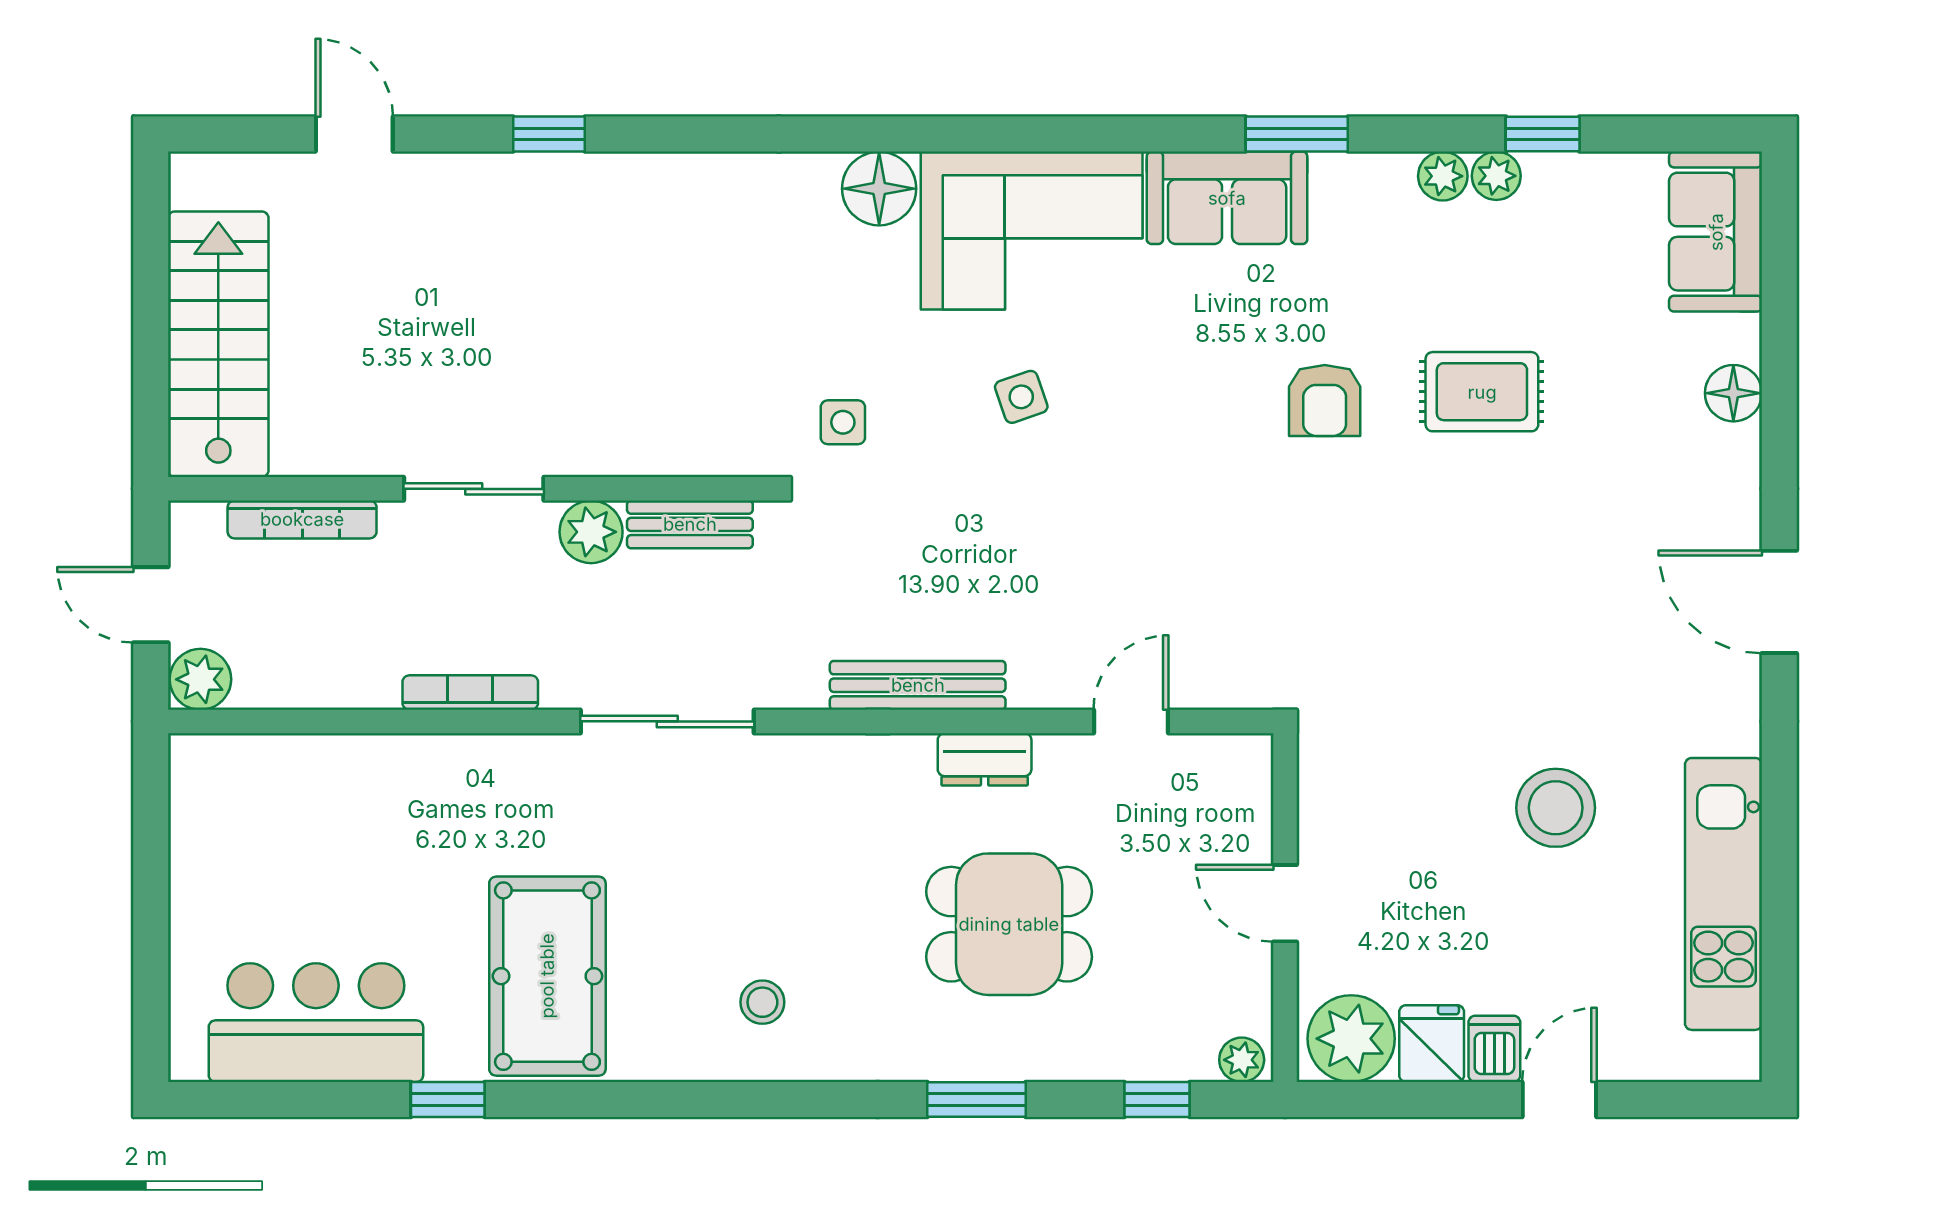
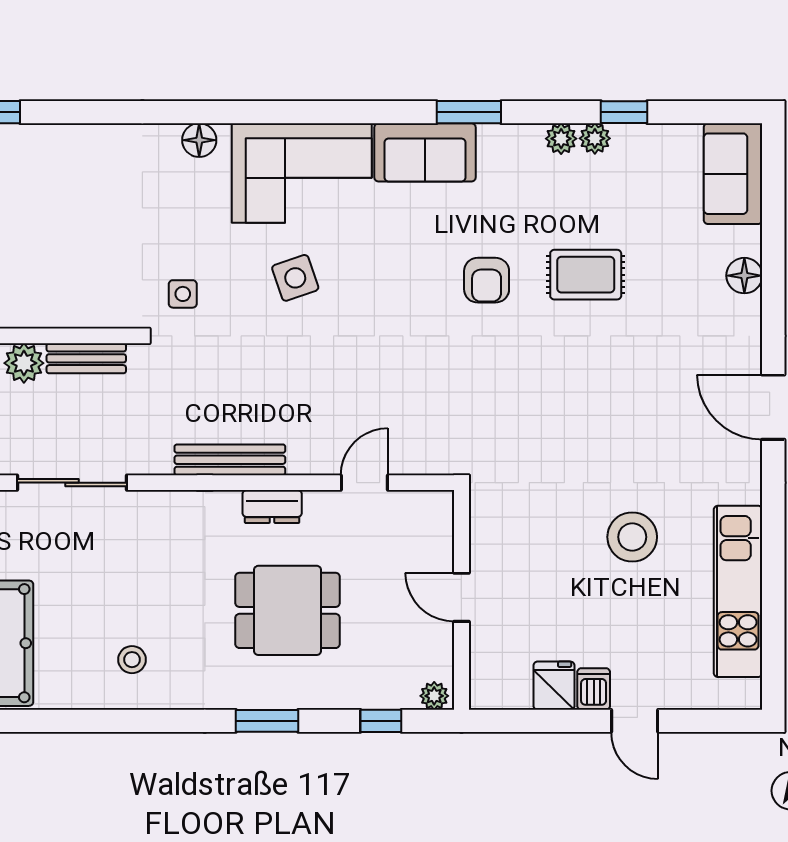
floor lamp: (879, 189) -> (199, 140), width x0.73, depth x0.73
side table: (1021, 397) -> (295, 278), width x1.37, depth x1.37
plant: (1351, 1039) -> (503, 683), removed
door: (1559, 1100) -> (635, 721), swing flipped

